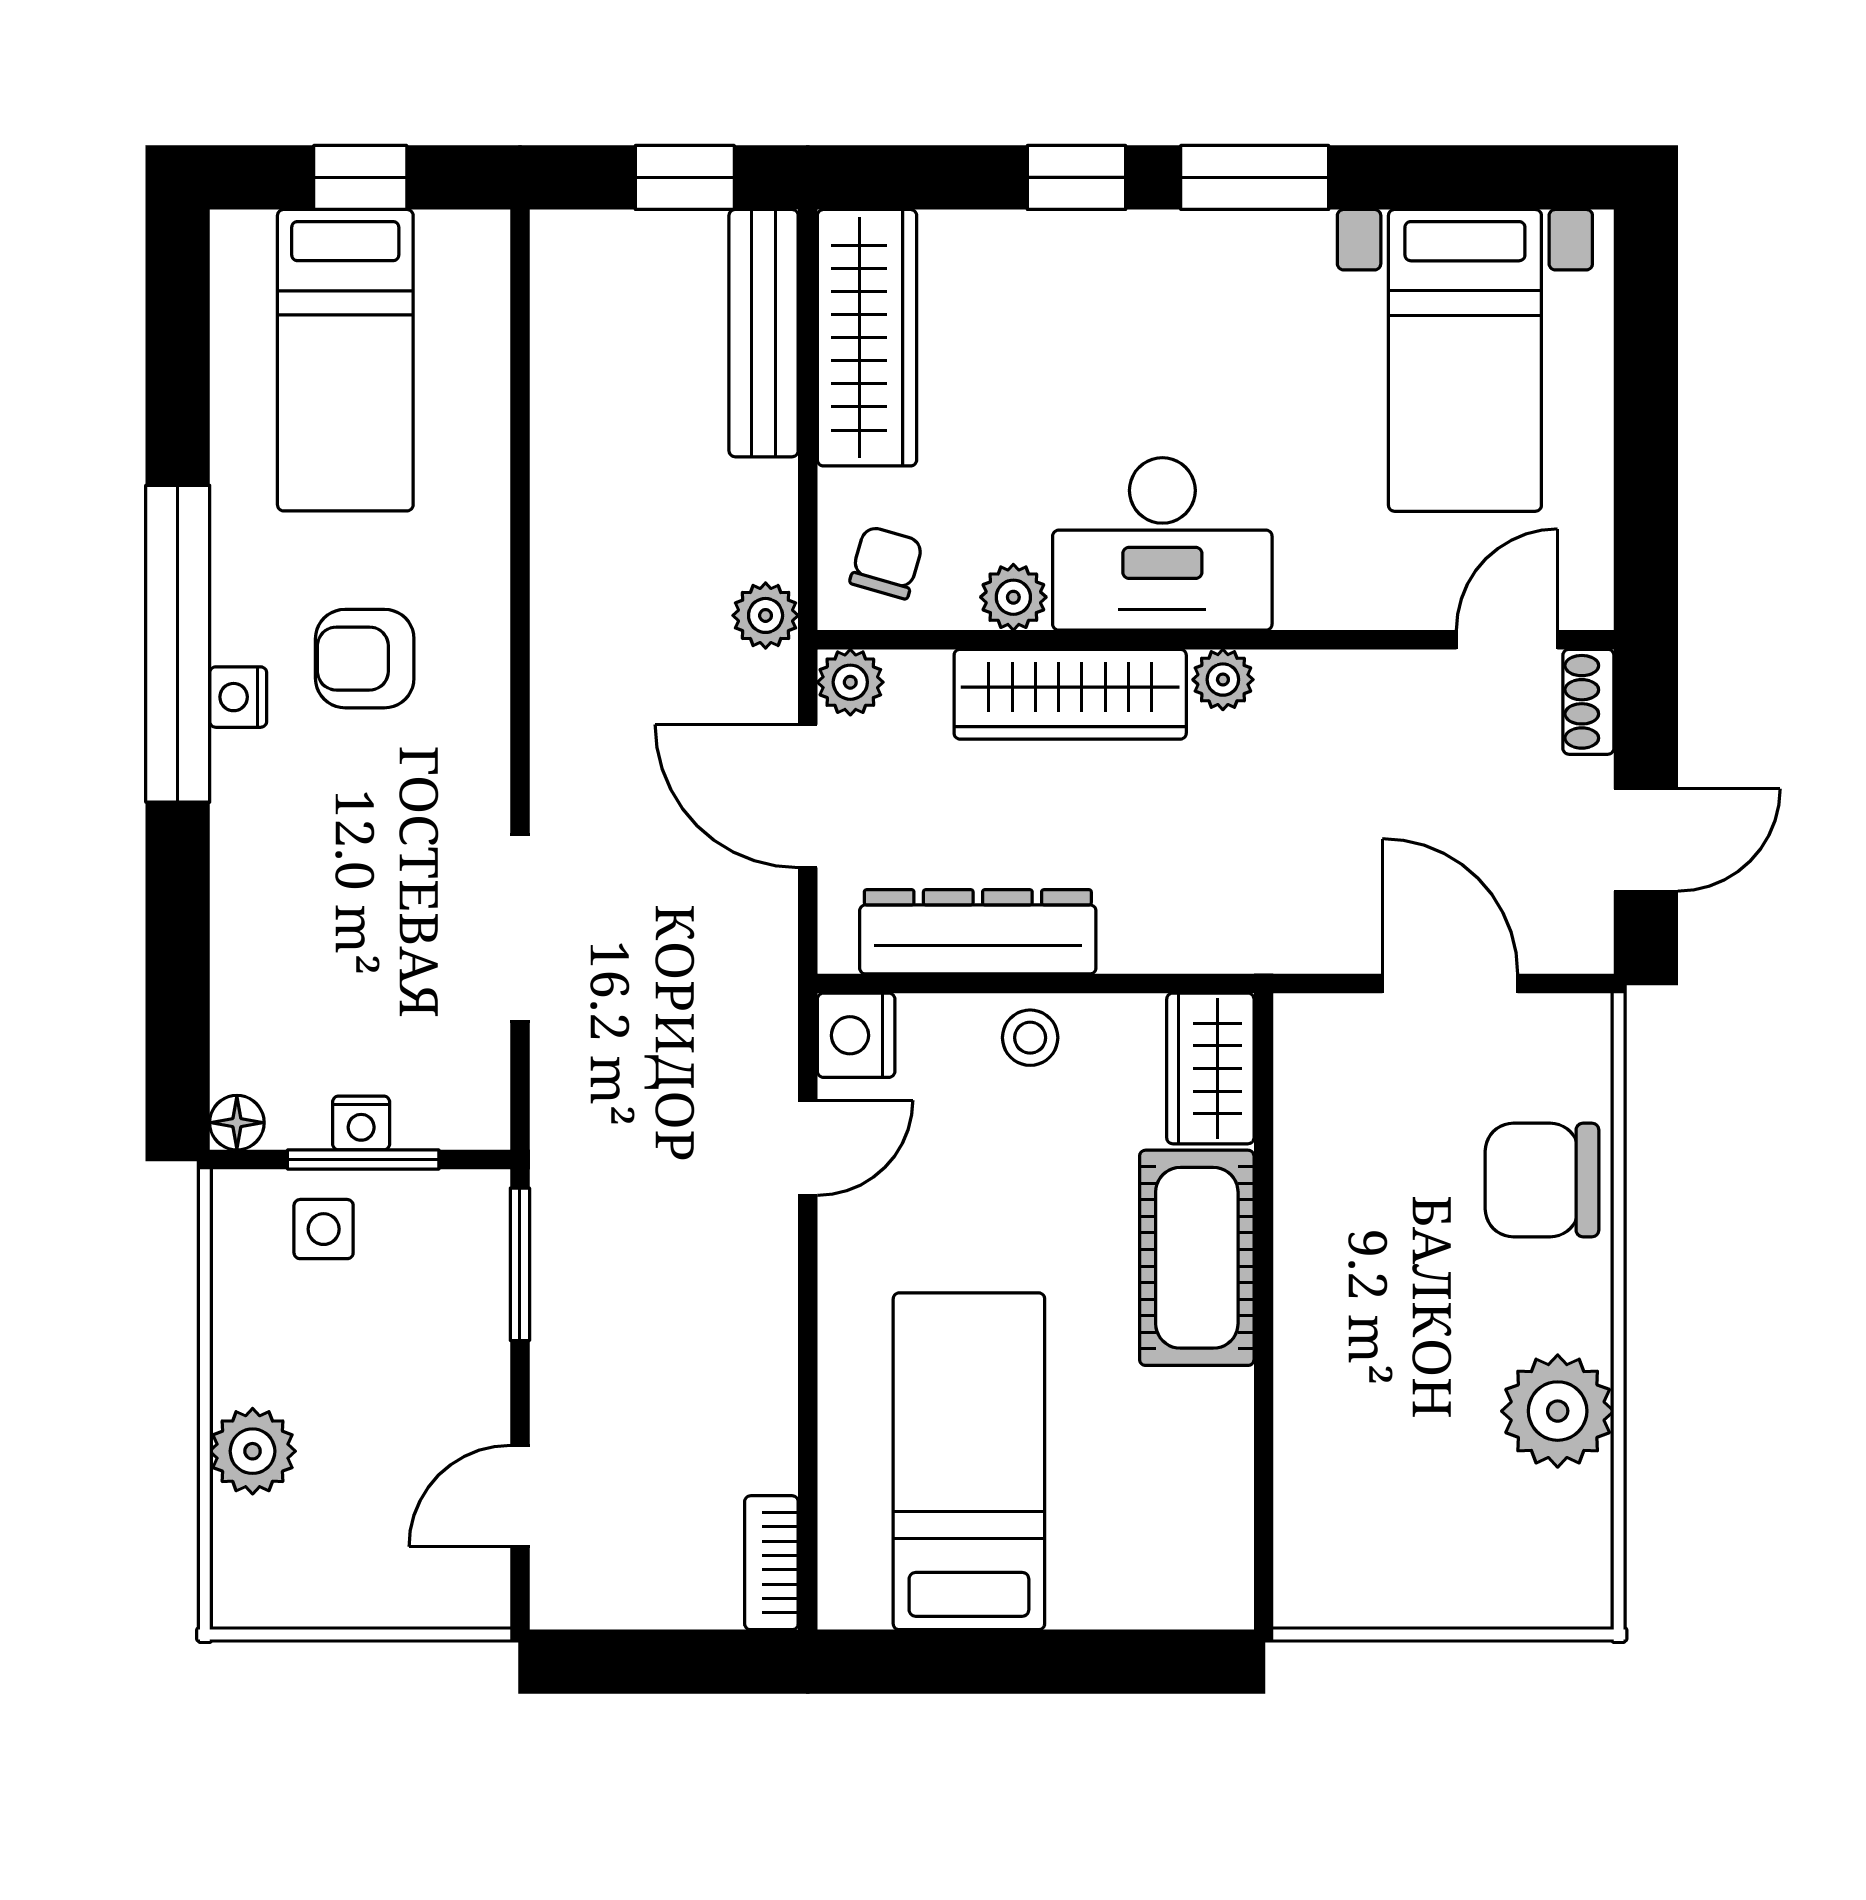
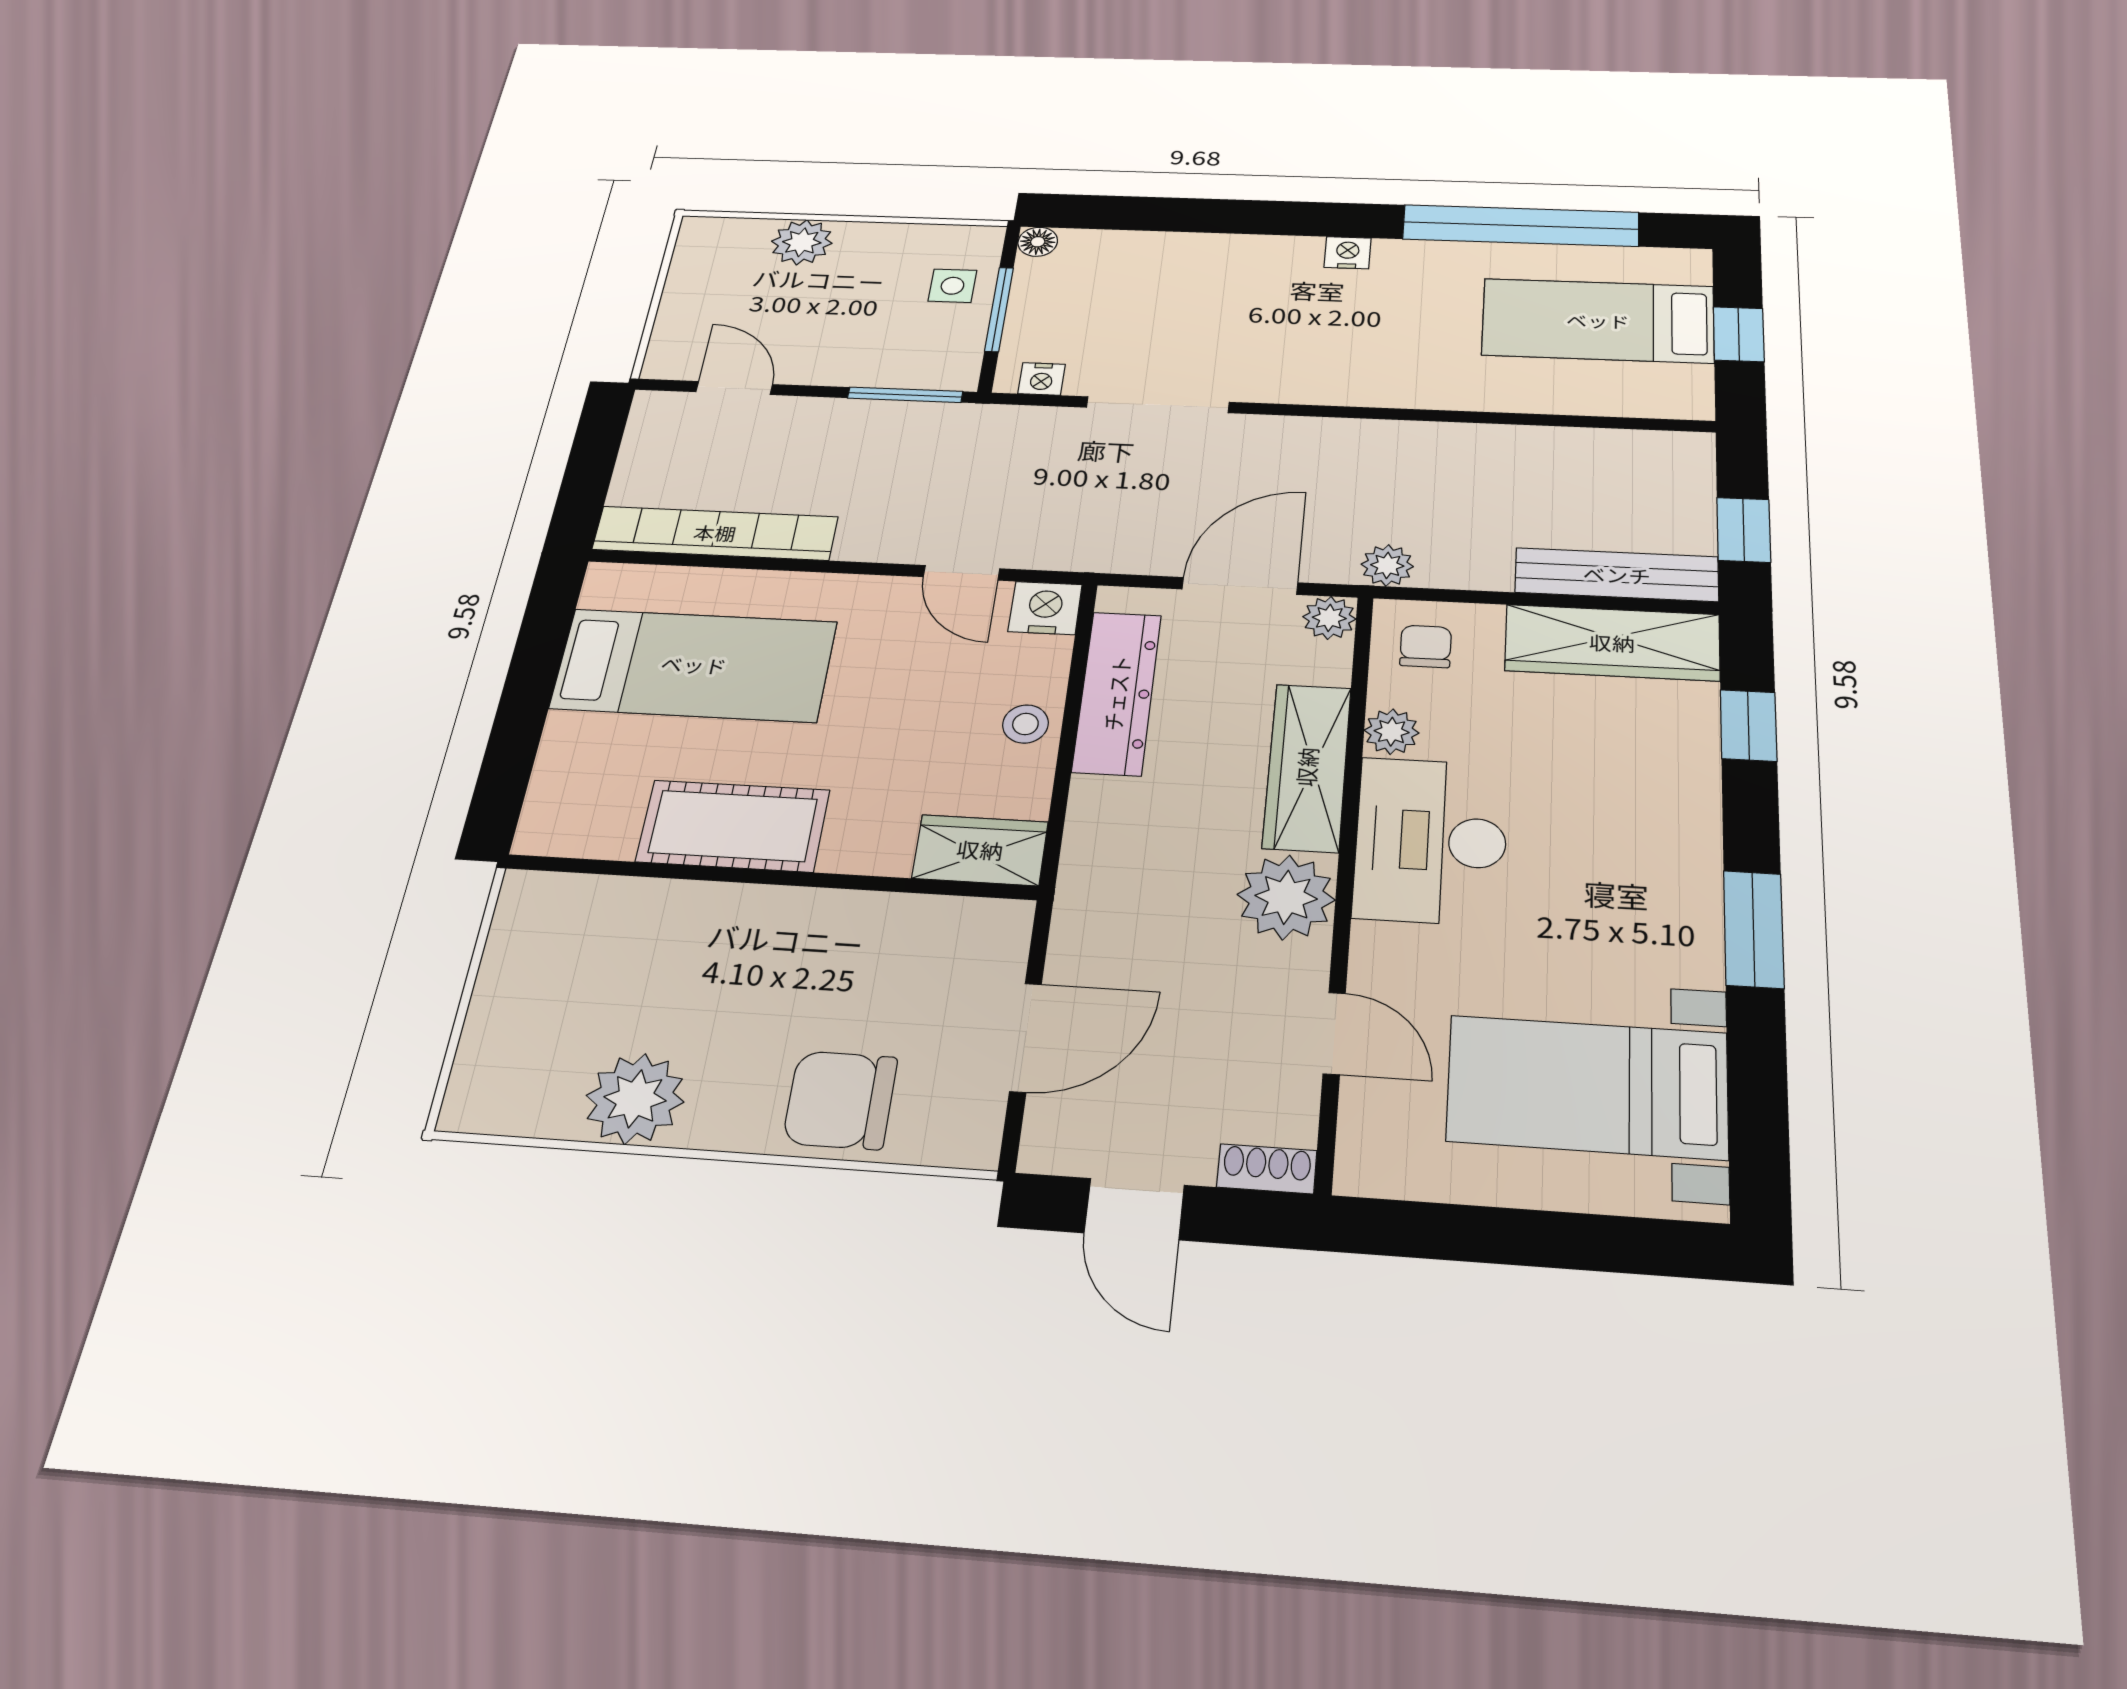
window: (1076, 177) -> (1748, 725), moved
chair: (886, 562) -> (1426, 646), turned -106
door: (1507, 640) -> (1334, 1033), moved
window: (178, 644) -> (1521, 226), moved
armchair: (365, 659) -> (1371, 323), removed
plant: (1223, 680) -> (1286, 897), width x1.88, depth x1.88
nightstand: (361, 1123) -> (1042, 379), moved, turned -90
chair: (1542, 1180) -> (840, 1100), turned -90
cot: (1197, 1258) -> (733, 826), moved
bookcase: (771, 1563) -> (715, 533), width x2.31, depth x1.31

